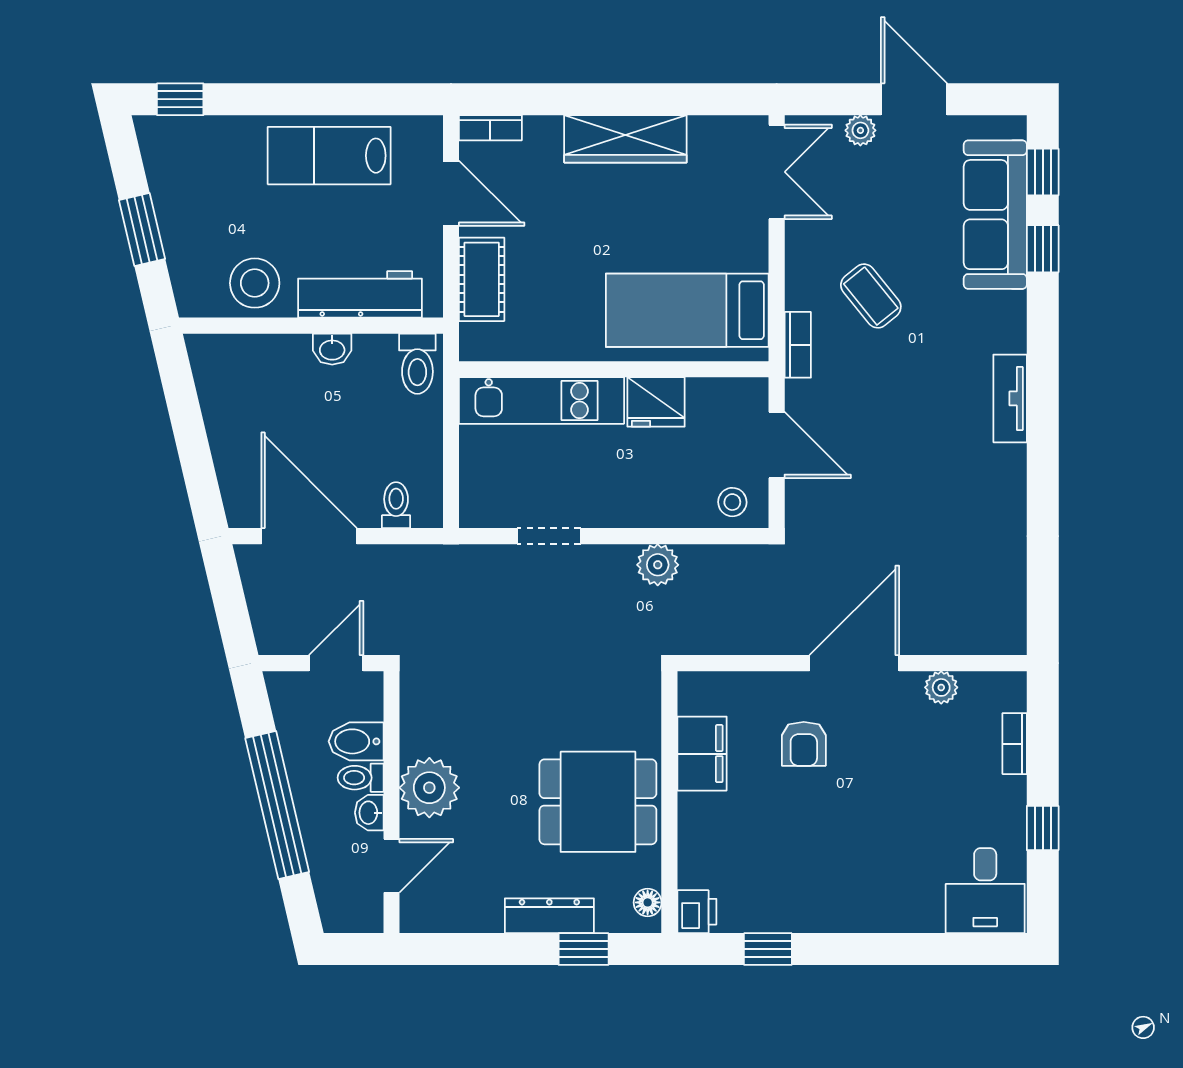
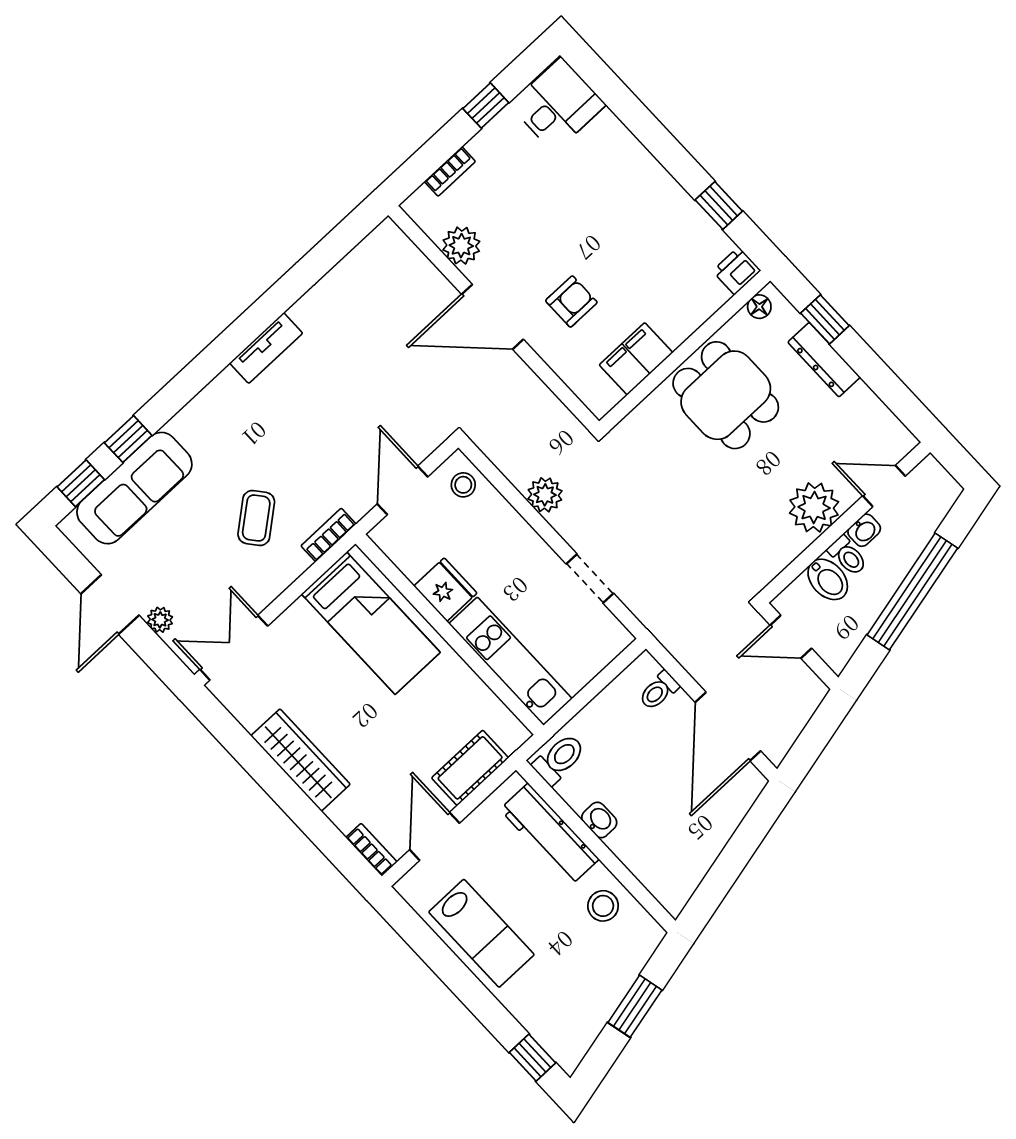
stool: (255, 283) -> (603, 906), width x0.73, depth x0.73
tv unit: (1010, 398) -> (266, 348), moved
plant: (941, 687) -> (461, 246), width x1.38, depth x1.38

